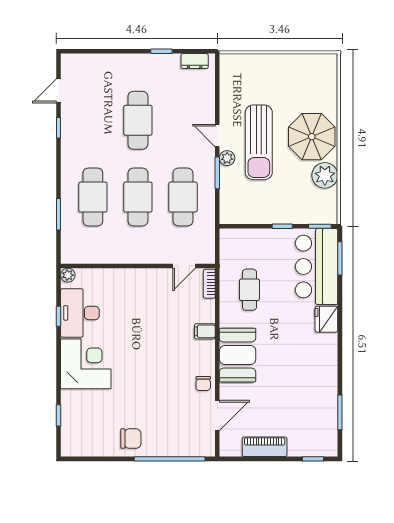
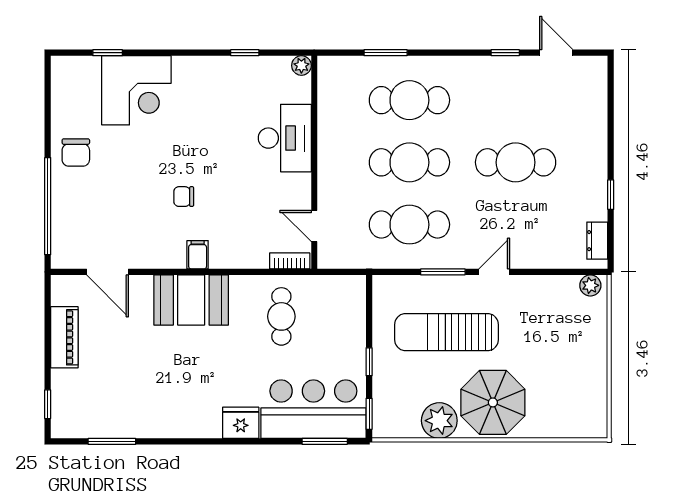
sun lounger: (259, 142) -> (447, 332), moved
plant: (227, 158) -> (590, 285), moved
cafe table: (249, 290) -> (281, 316), turned 90
desk: (80, 313) -> (285, 138), moved, turned 90
filing cabinet: (205, 331) -> (198, 255), moved
corner desk: (86, 364) -> (136, 90), moved
chair: (203, 383) -> (184, 197), moved

